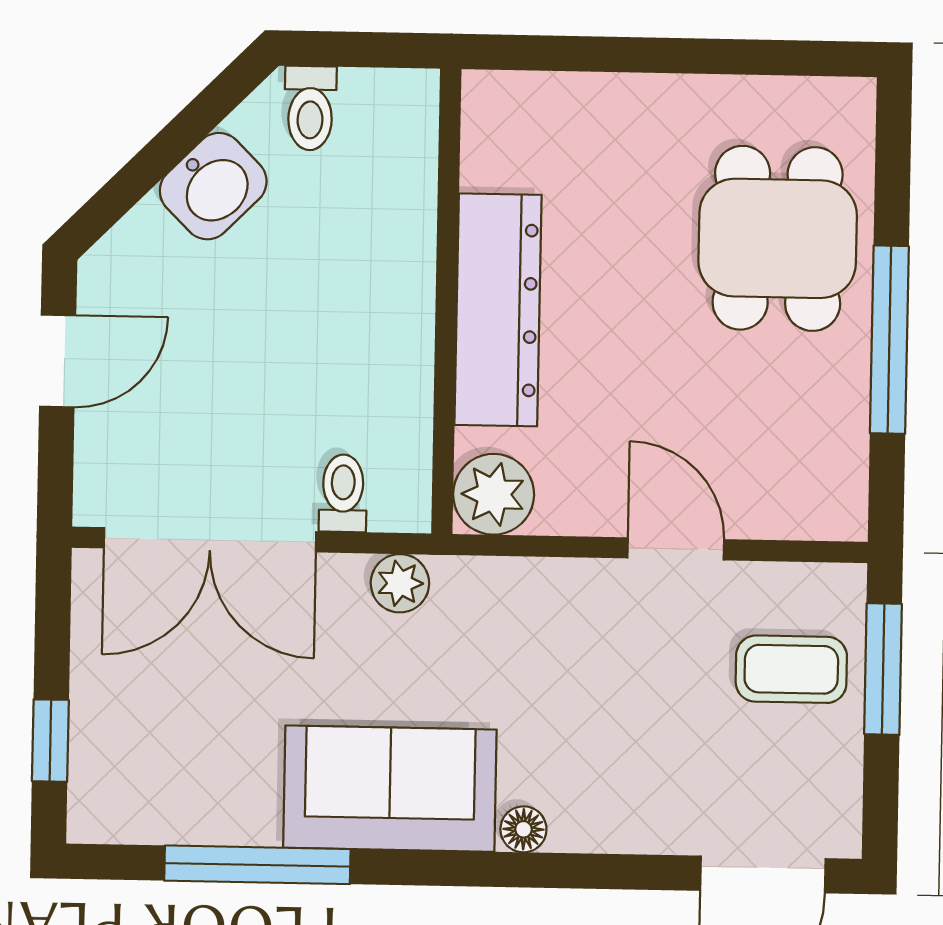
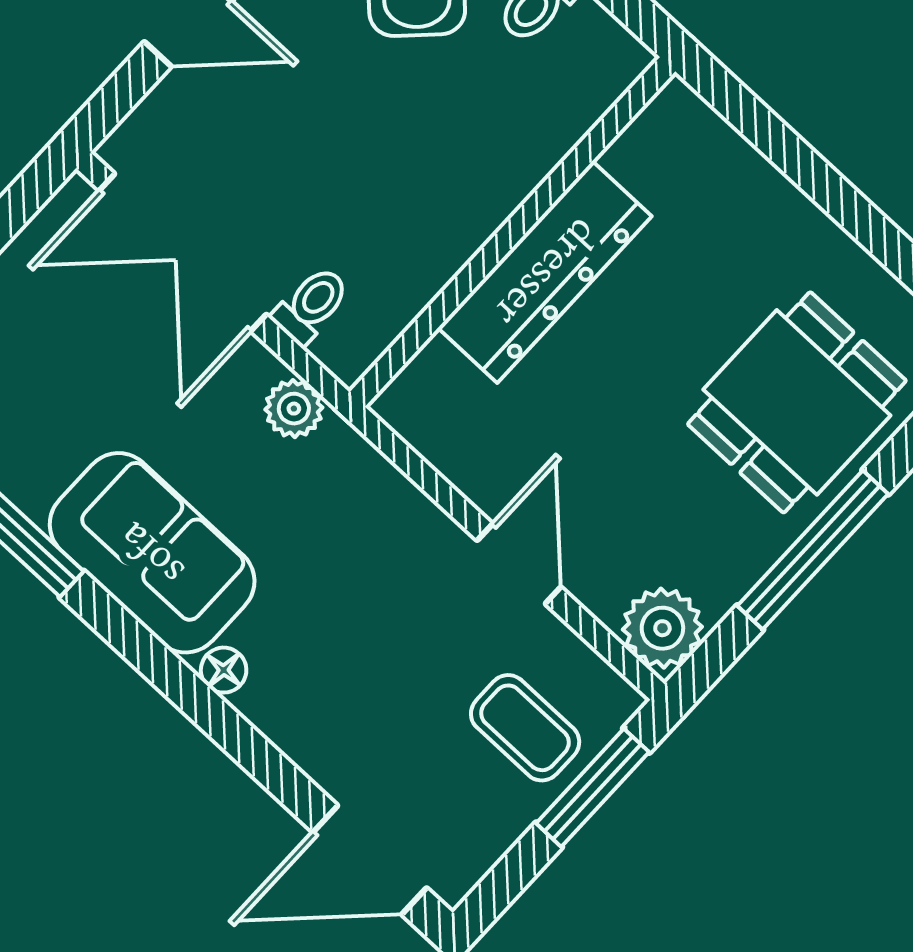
plant: (494, 494) -> (662, 628), moved

